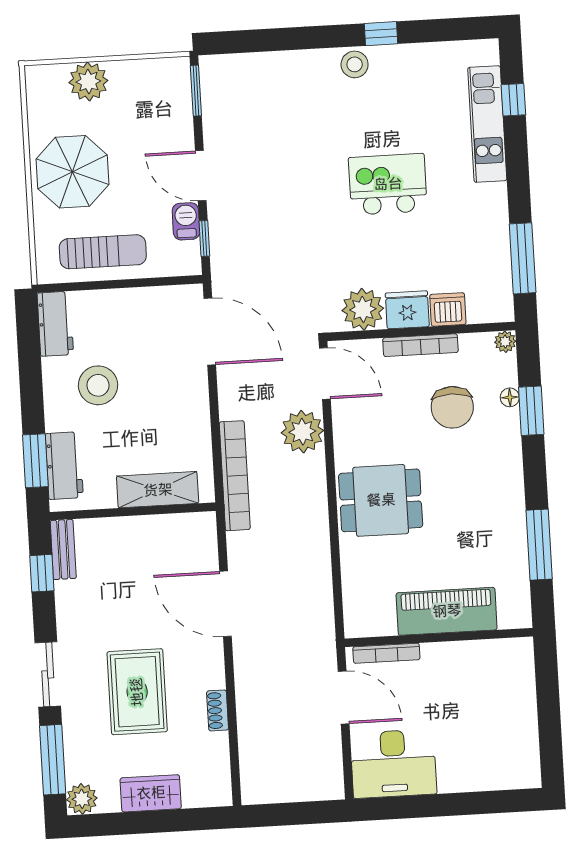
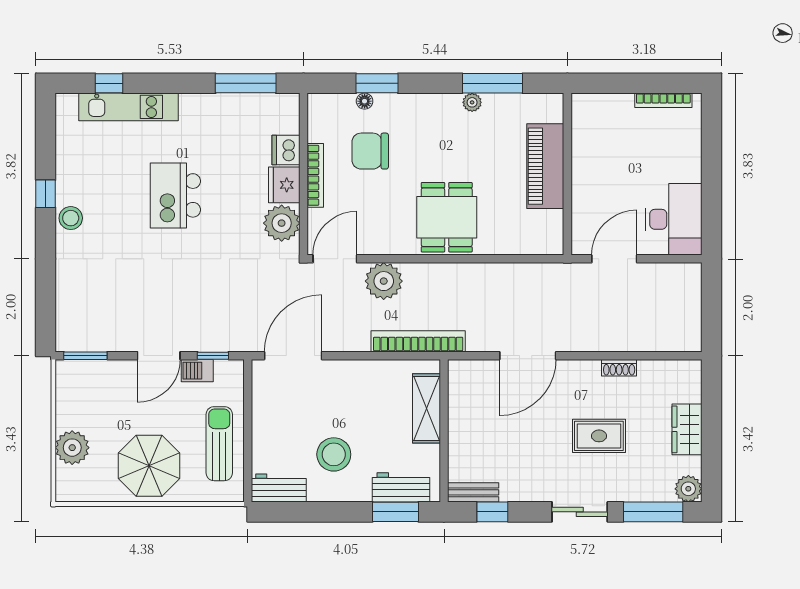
plant: (505, 342) -> (472, 102), moved
chair: (452, 407) -> (370, 151), turned 180
bookcase: (386, 653) -> (663, 100), moved, turned 90
rug: (137, 692) -> (599, 436), width x0.73, depth x0.70

